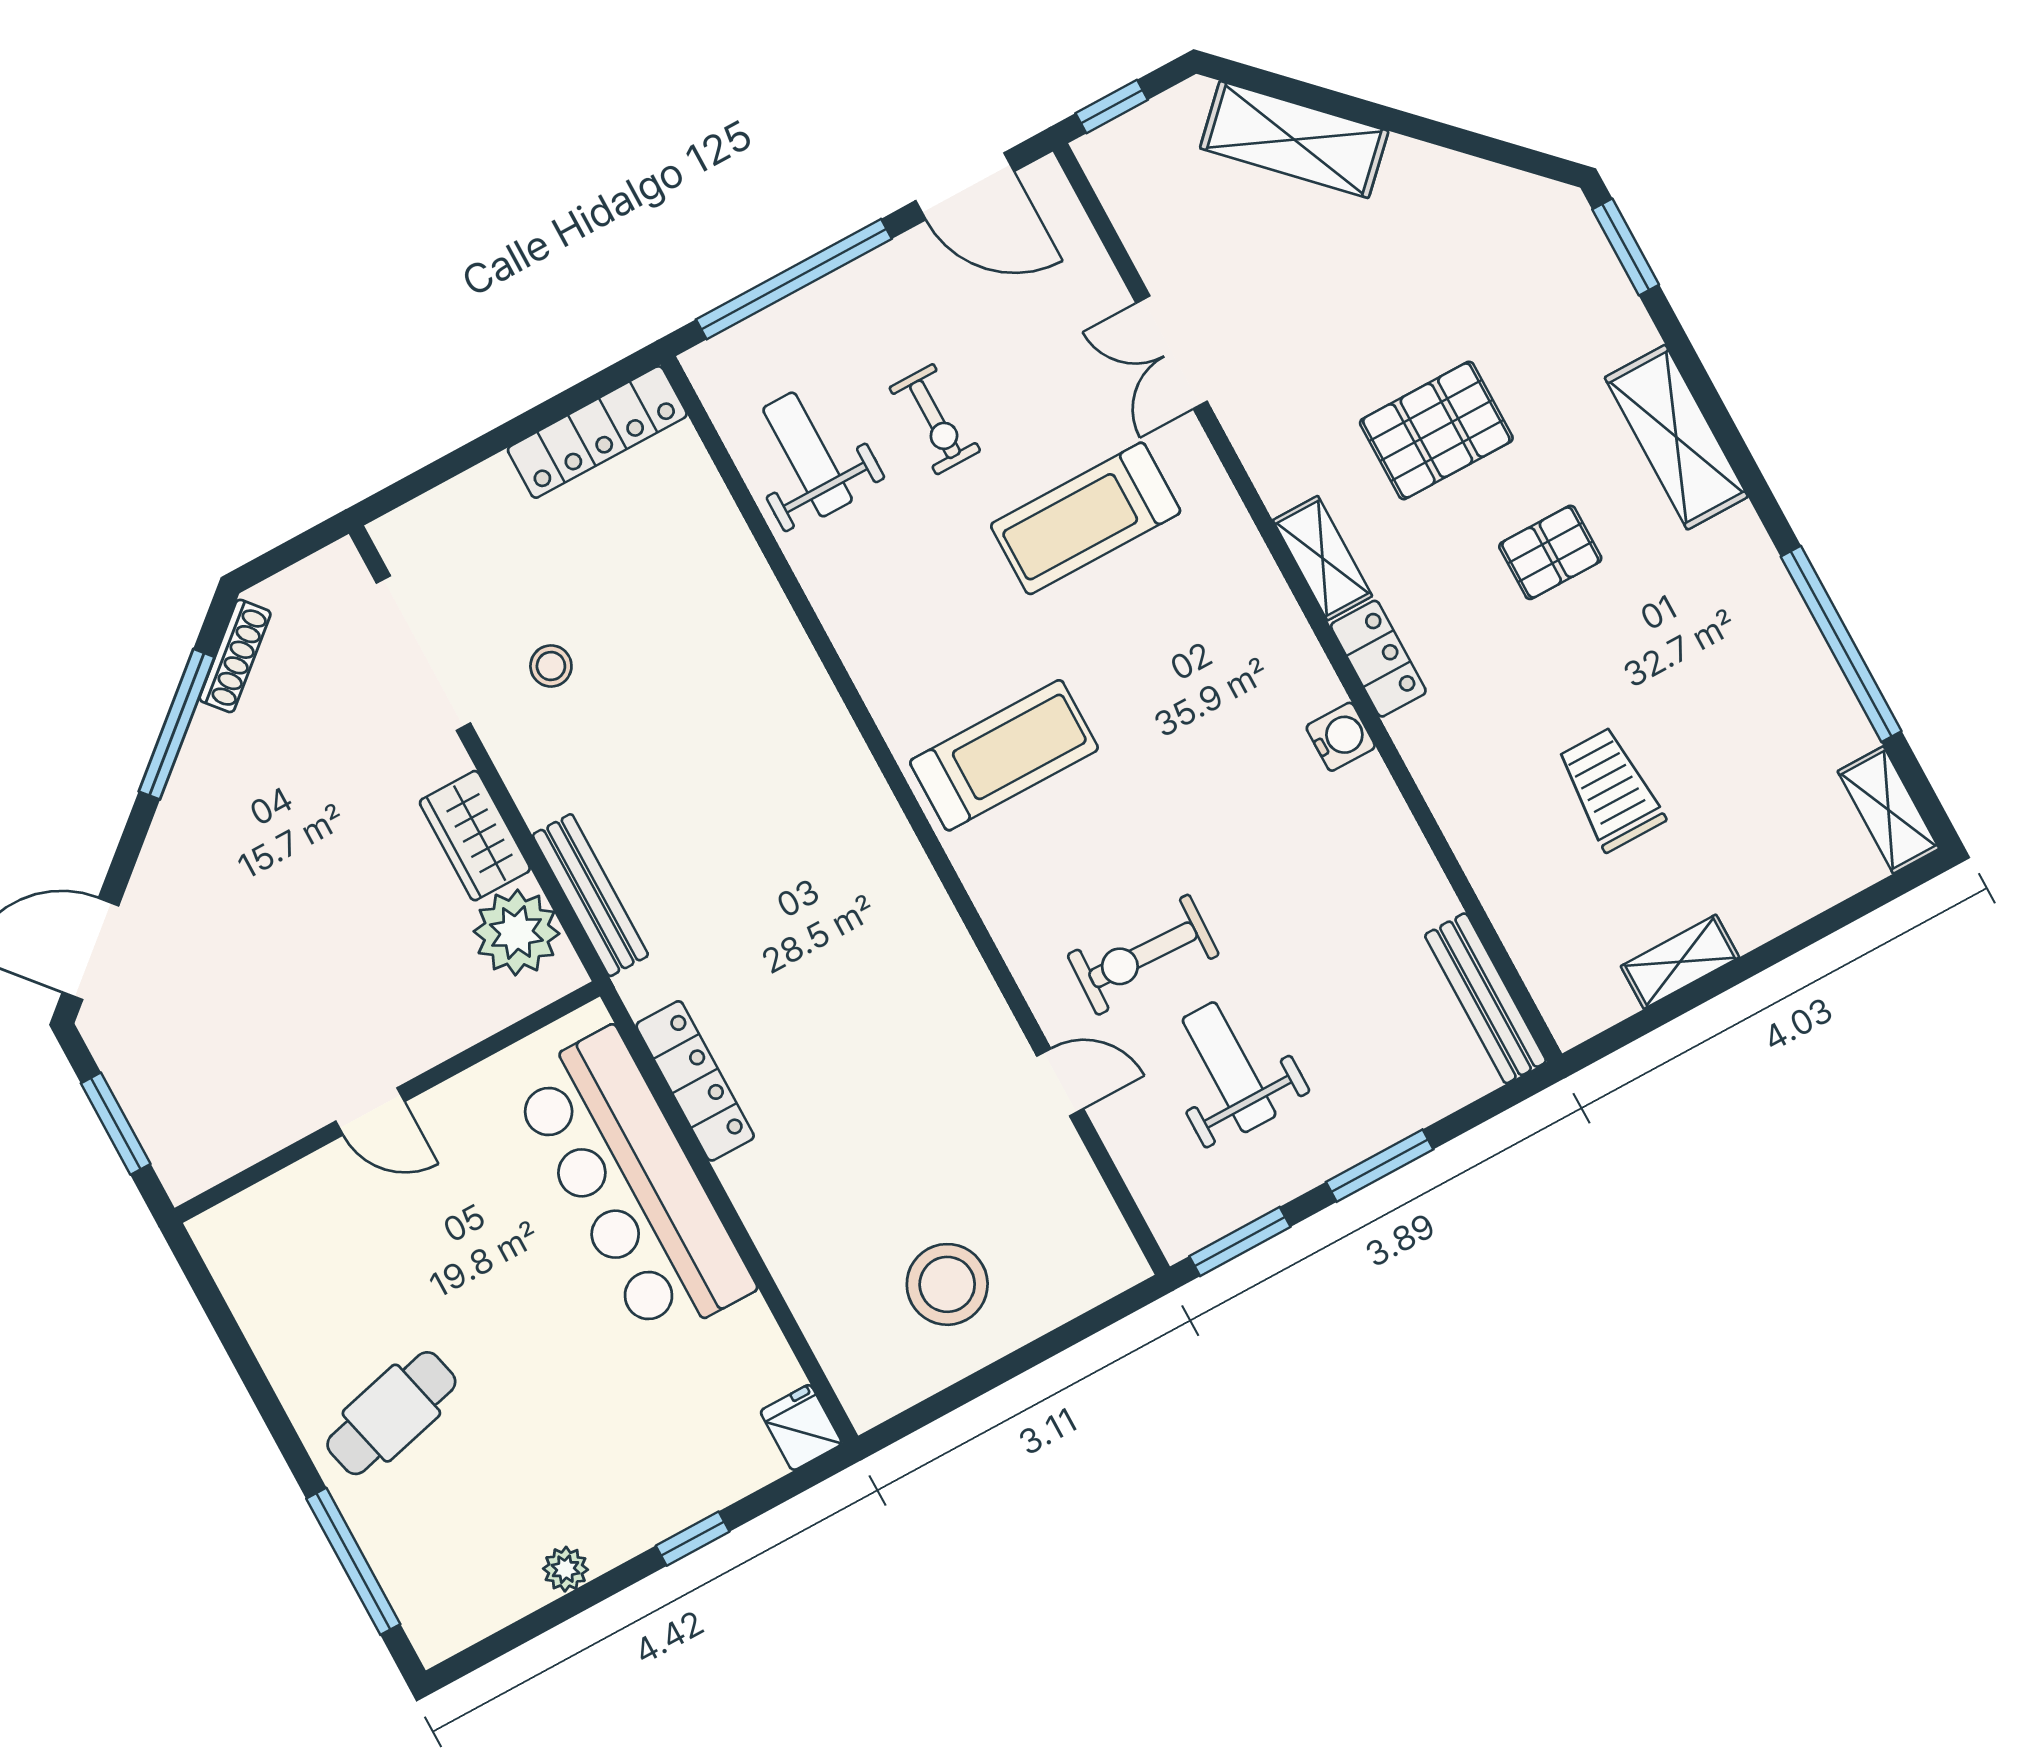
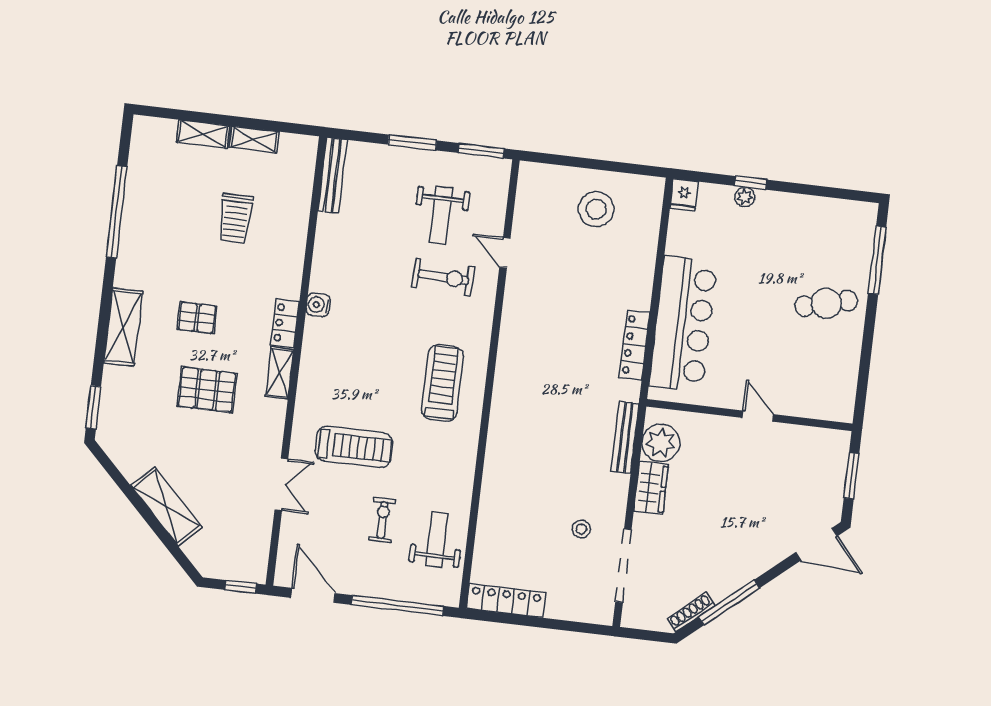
shelving: (1294, 140) -> (166, 506), moved
weight bench: (808, 454) -> (437, 540), turned 180
treadmill: (1004, 755) -> (443, 383), turned 90
shelving: (1888, 810) -> (203, 134), moved, turned 90
plant: (565, 1569) -> (745, 197), moved

